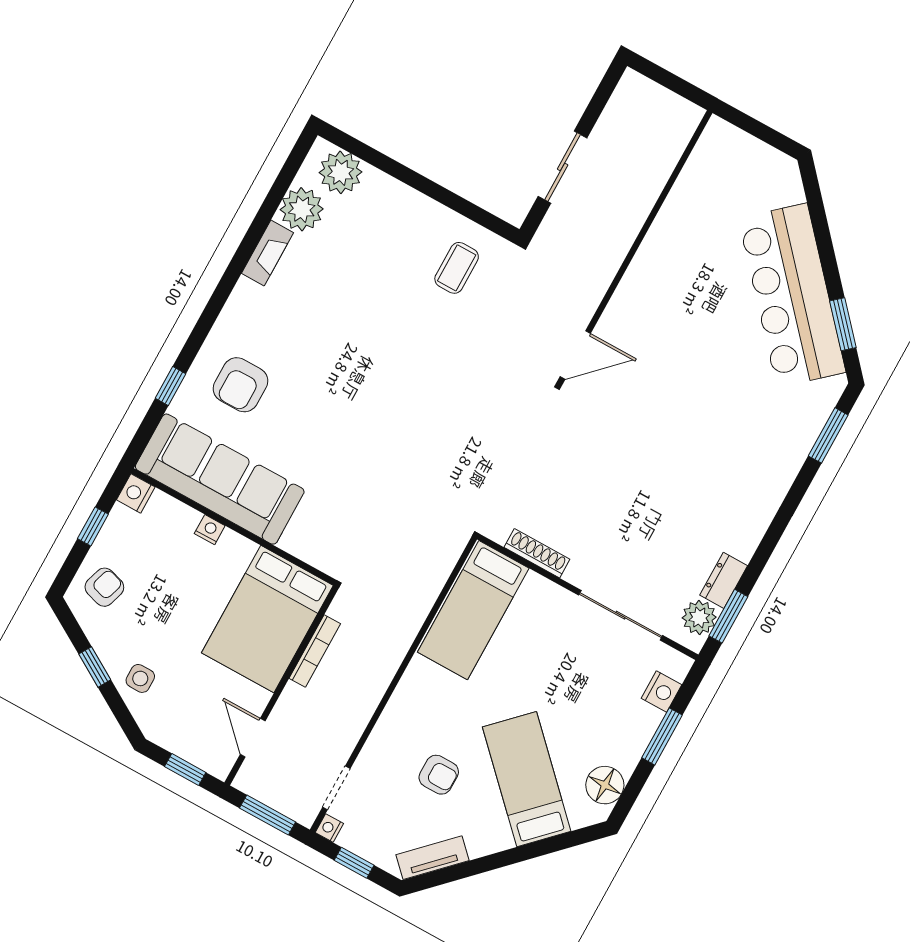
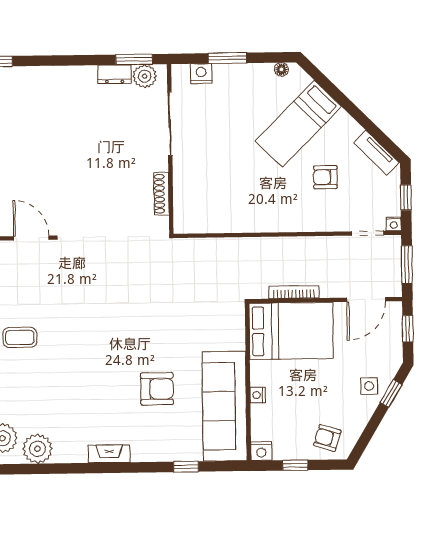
fireplace: (267, 253) -> (109, 454), moved
armchair: (240, 385) -> (157, 389), moved
bed: (473, 610) -> (216, 212), removed
window: (95, 667) -> (391, 394), moved
door: (253, 738) -> (366, 300), width x1.38
armchair: (439, 775) -> (325, 177), turned -90
floor lamp: (605, 785) -> (281, 69), width x0.53, depth x0.53

